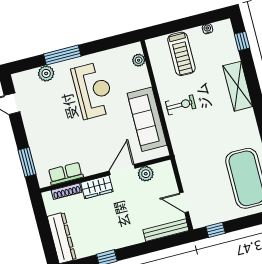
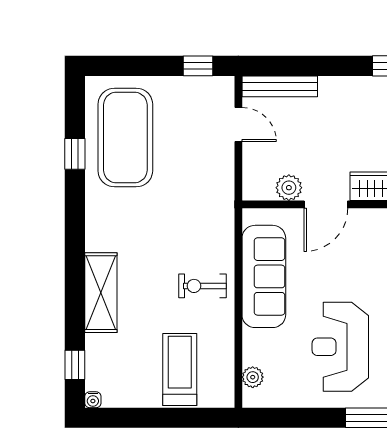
water cooler: (207, 29) -> (93, 400), moved

